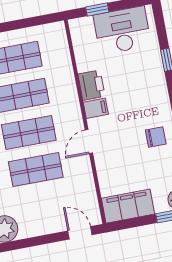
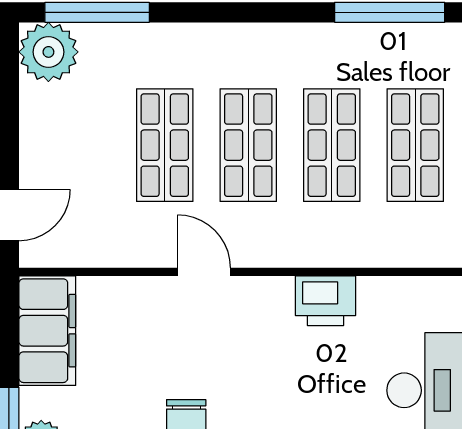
filing cabinet: (96, 108) -> (274, 301), removed

